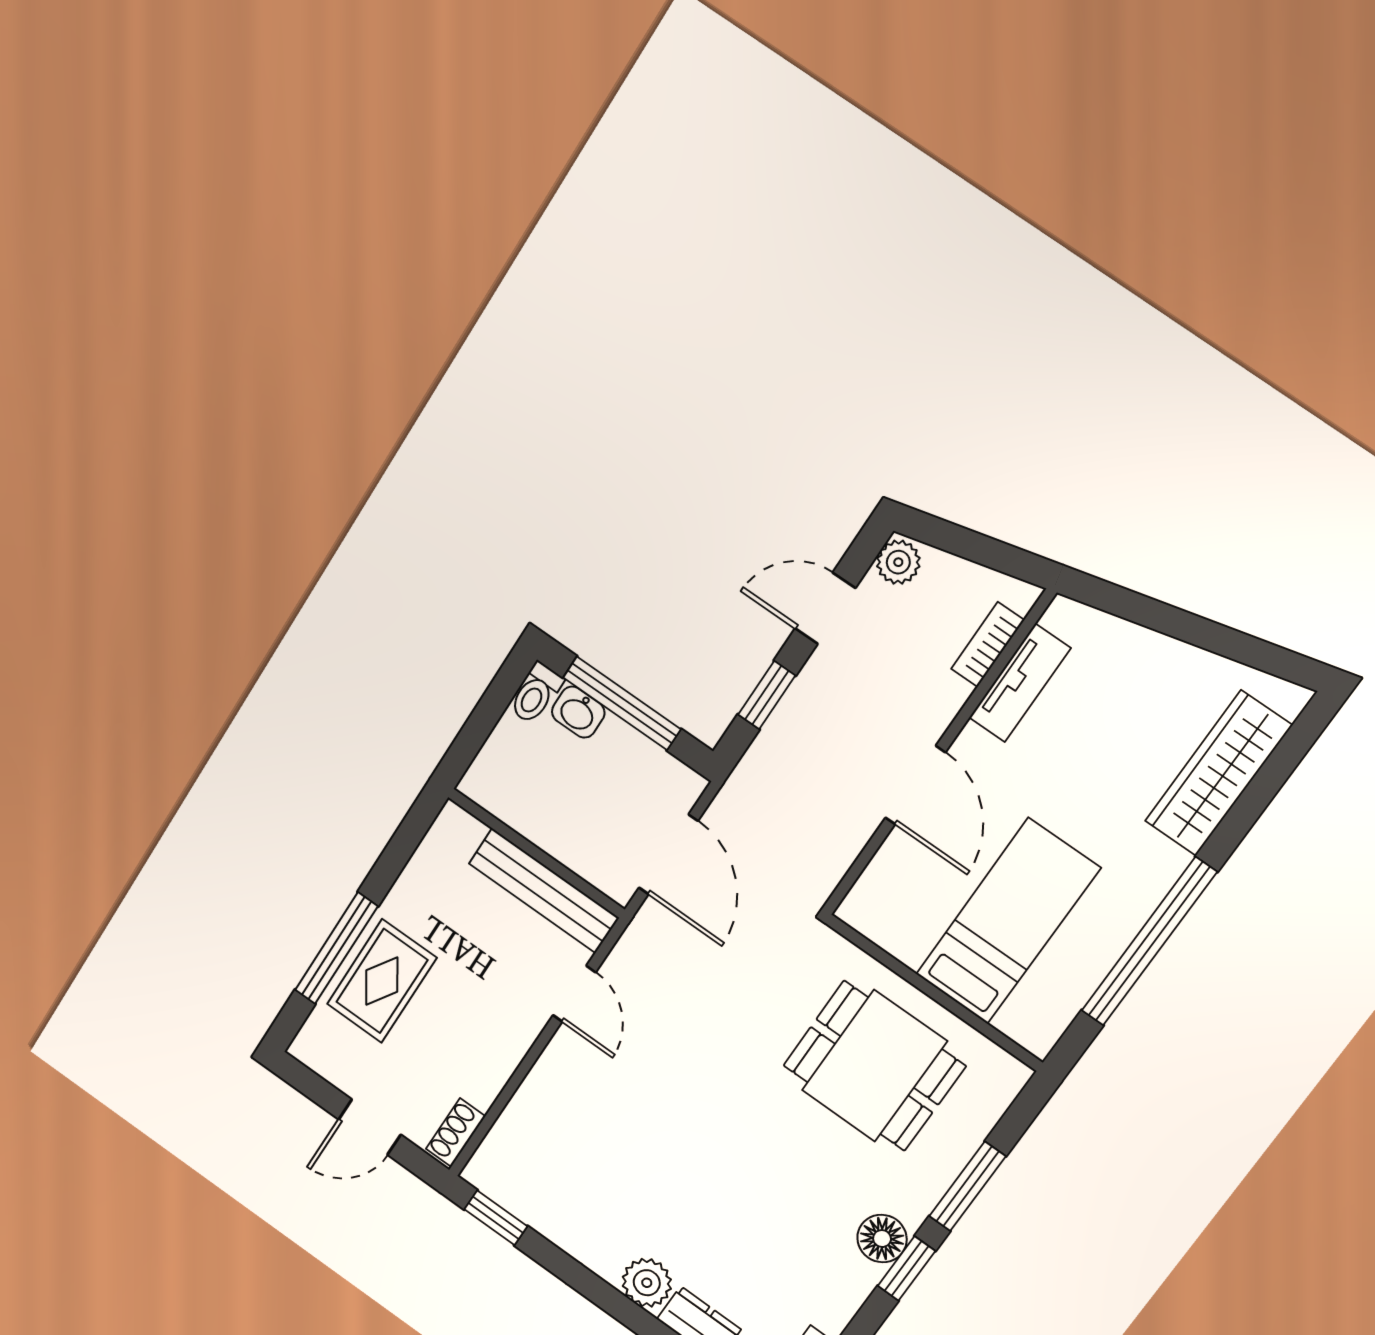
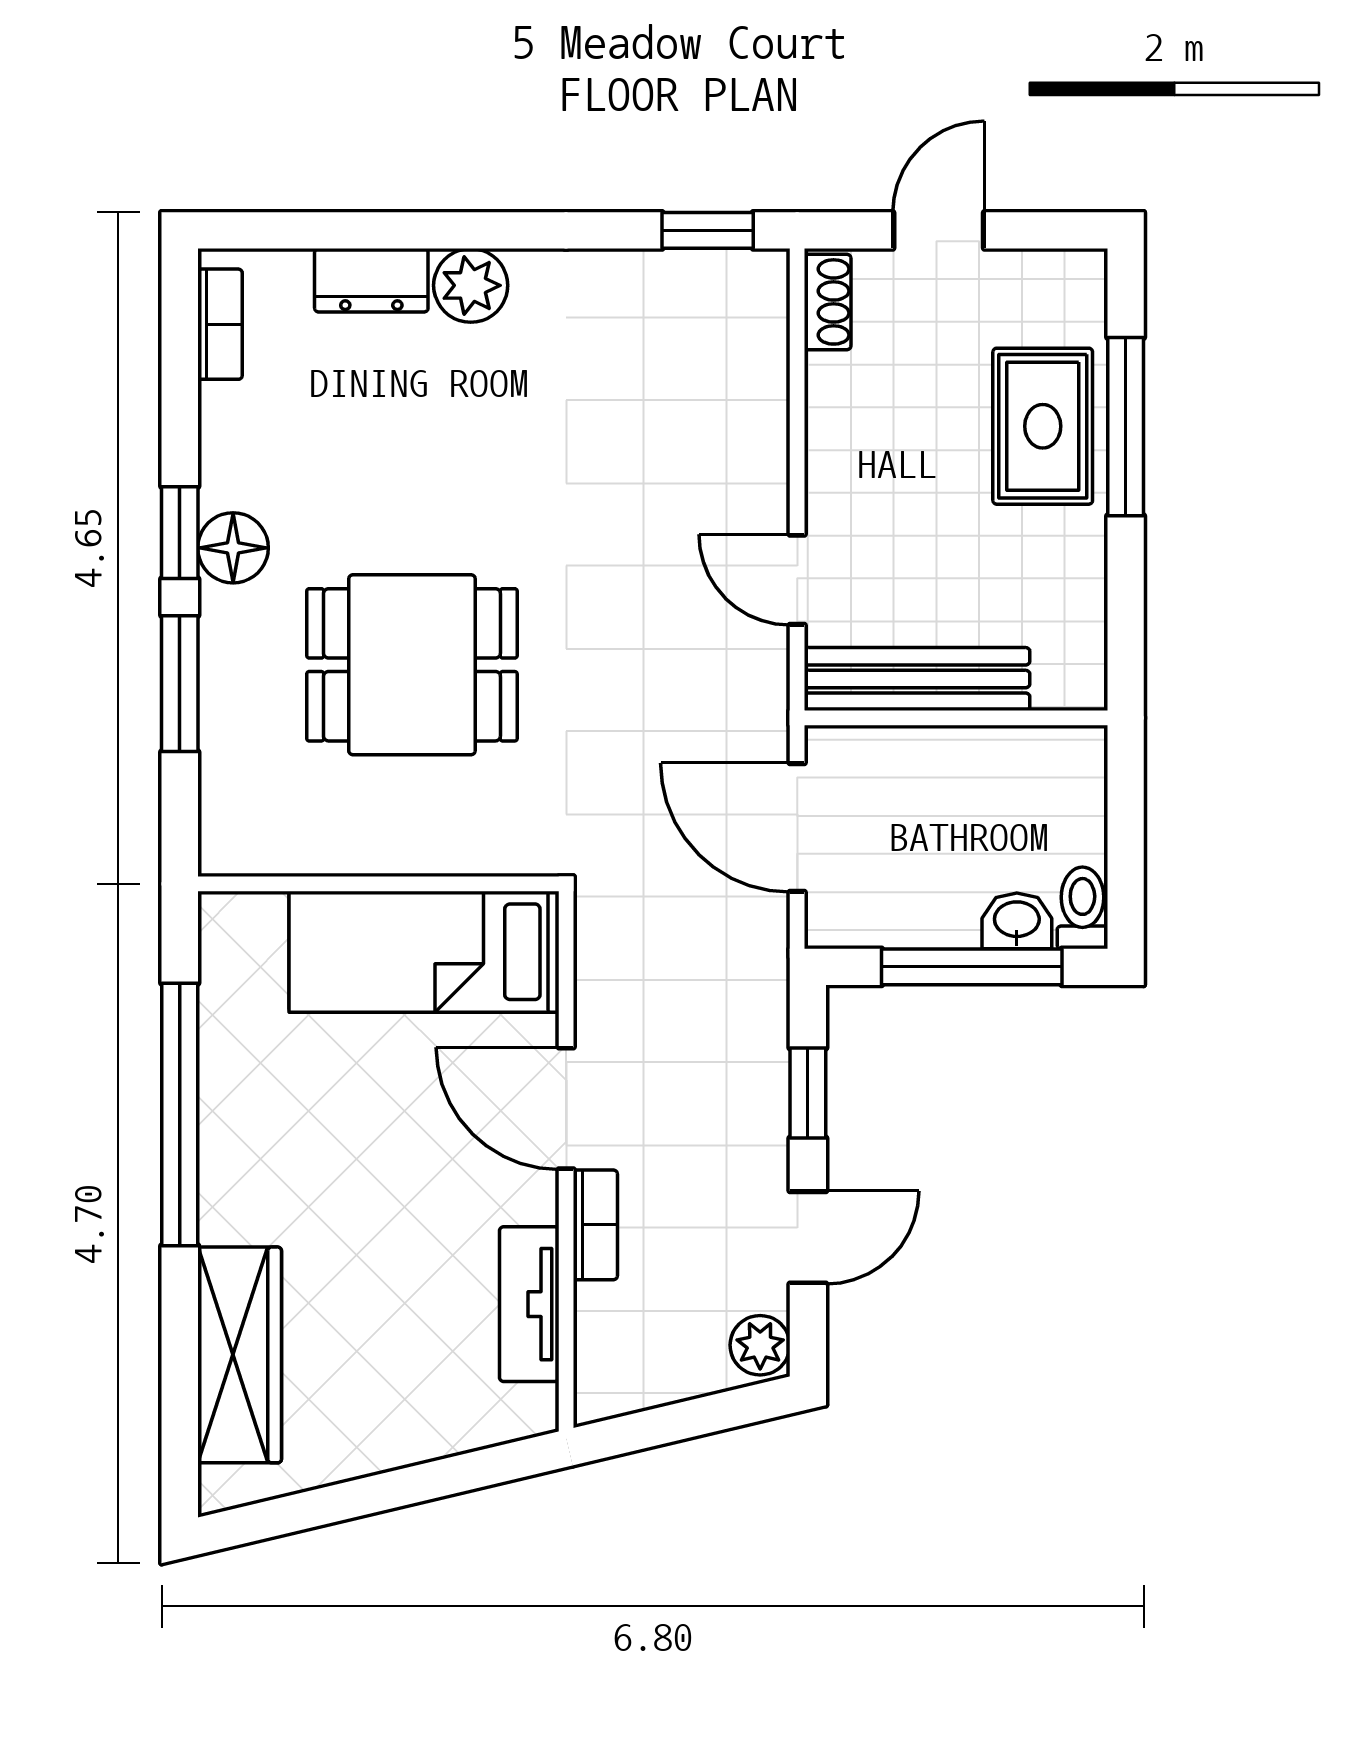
bookcase: (988, 645) -> (595, 1225), moved
bed: (1008, 921) -> (424, 952), moved, turned 90
dining table: (874, 1066) -> (412, 665), moved

